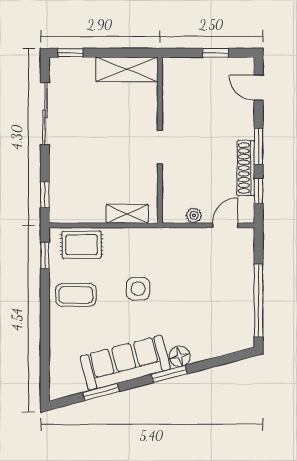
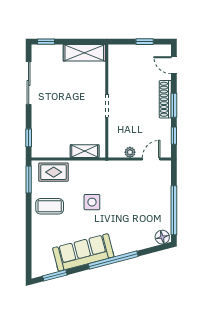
shoe rack: (246, 168) -> (165, 99), moved
window: (45, 255) -> (29, 179), width x1.50
floor lamp: (180, 356) -> (162, 237), moved
window: (169, 374) -> (113, 260), width x2.11
window: (101, 392) -> (55, 275), moved

